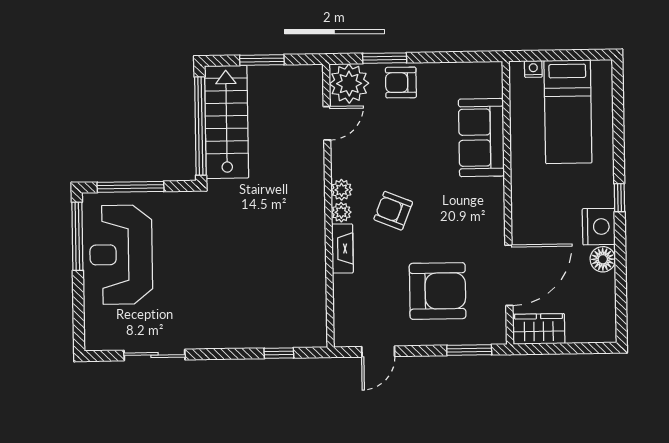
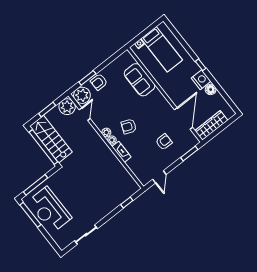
plant: (304, 84) -> (67, 107), added
armchair: (438, 291) -> (164, 142), width x0.53, depth x0.53
wardrobe: (539, 329) -> (211, 125), width x1.50

